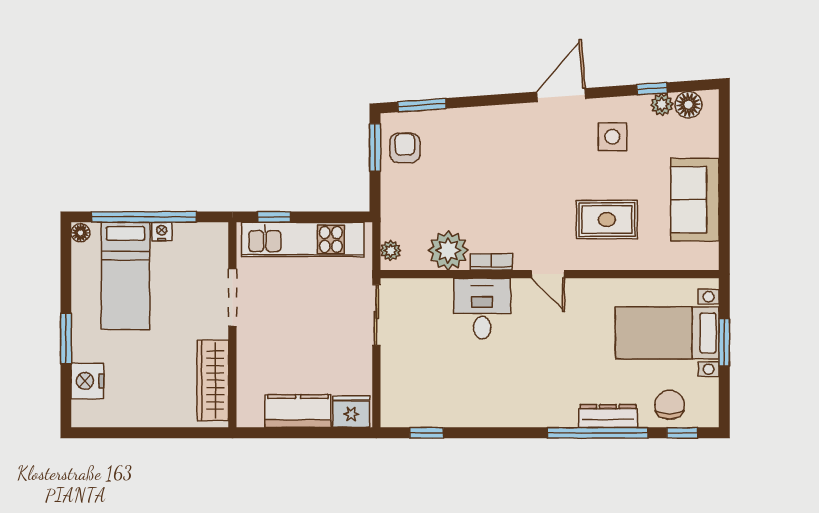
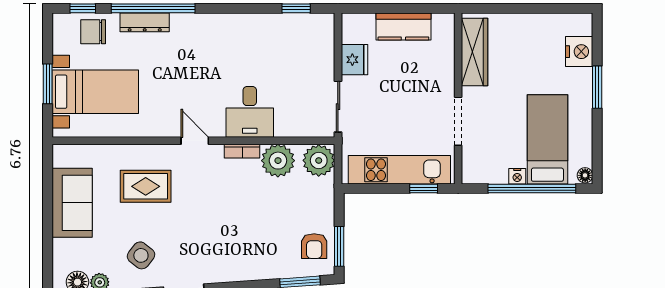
side table: (612, 137) -> (141, 255), turned 38
plant: (391, 250) -> (319, 160), width x1.88, depth x1.88
chair: (670, 405) -> (93, 32), turned 90
fridge: (351, 412) -> (355, 60), moved, turned -90

